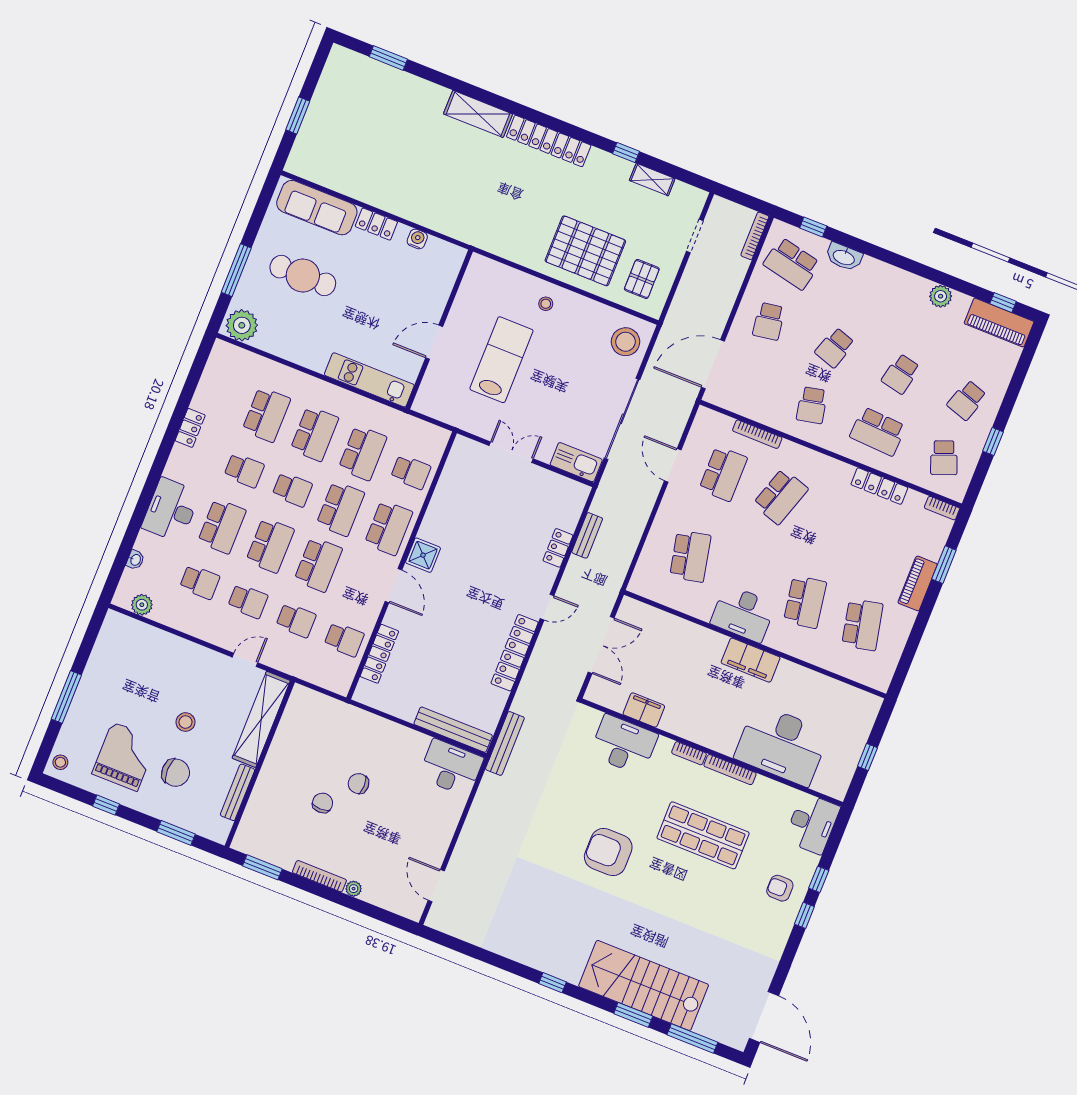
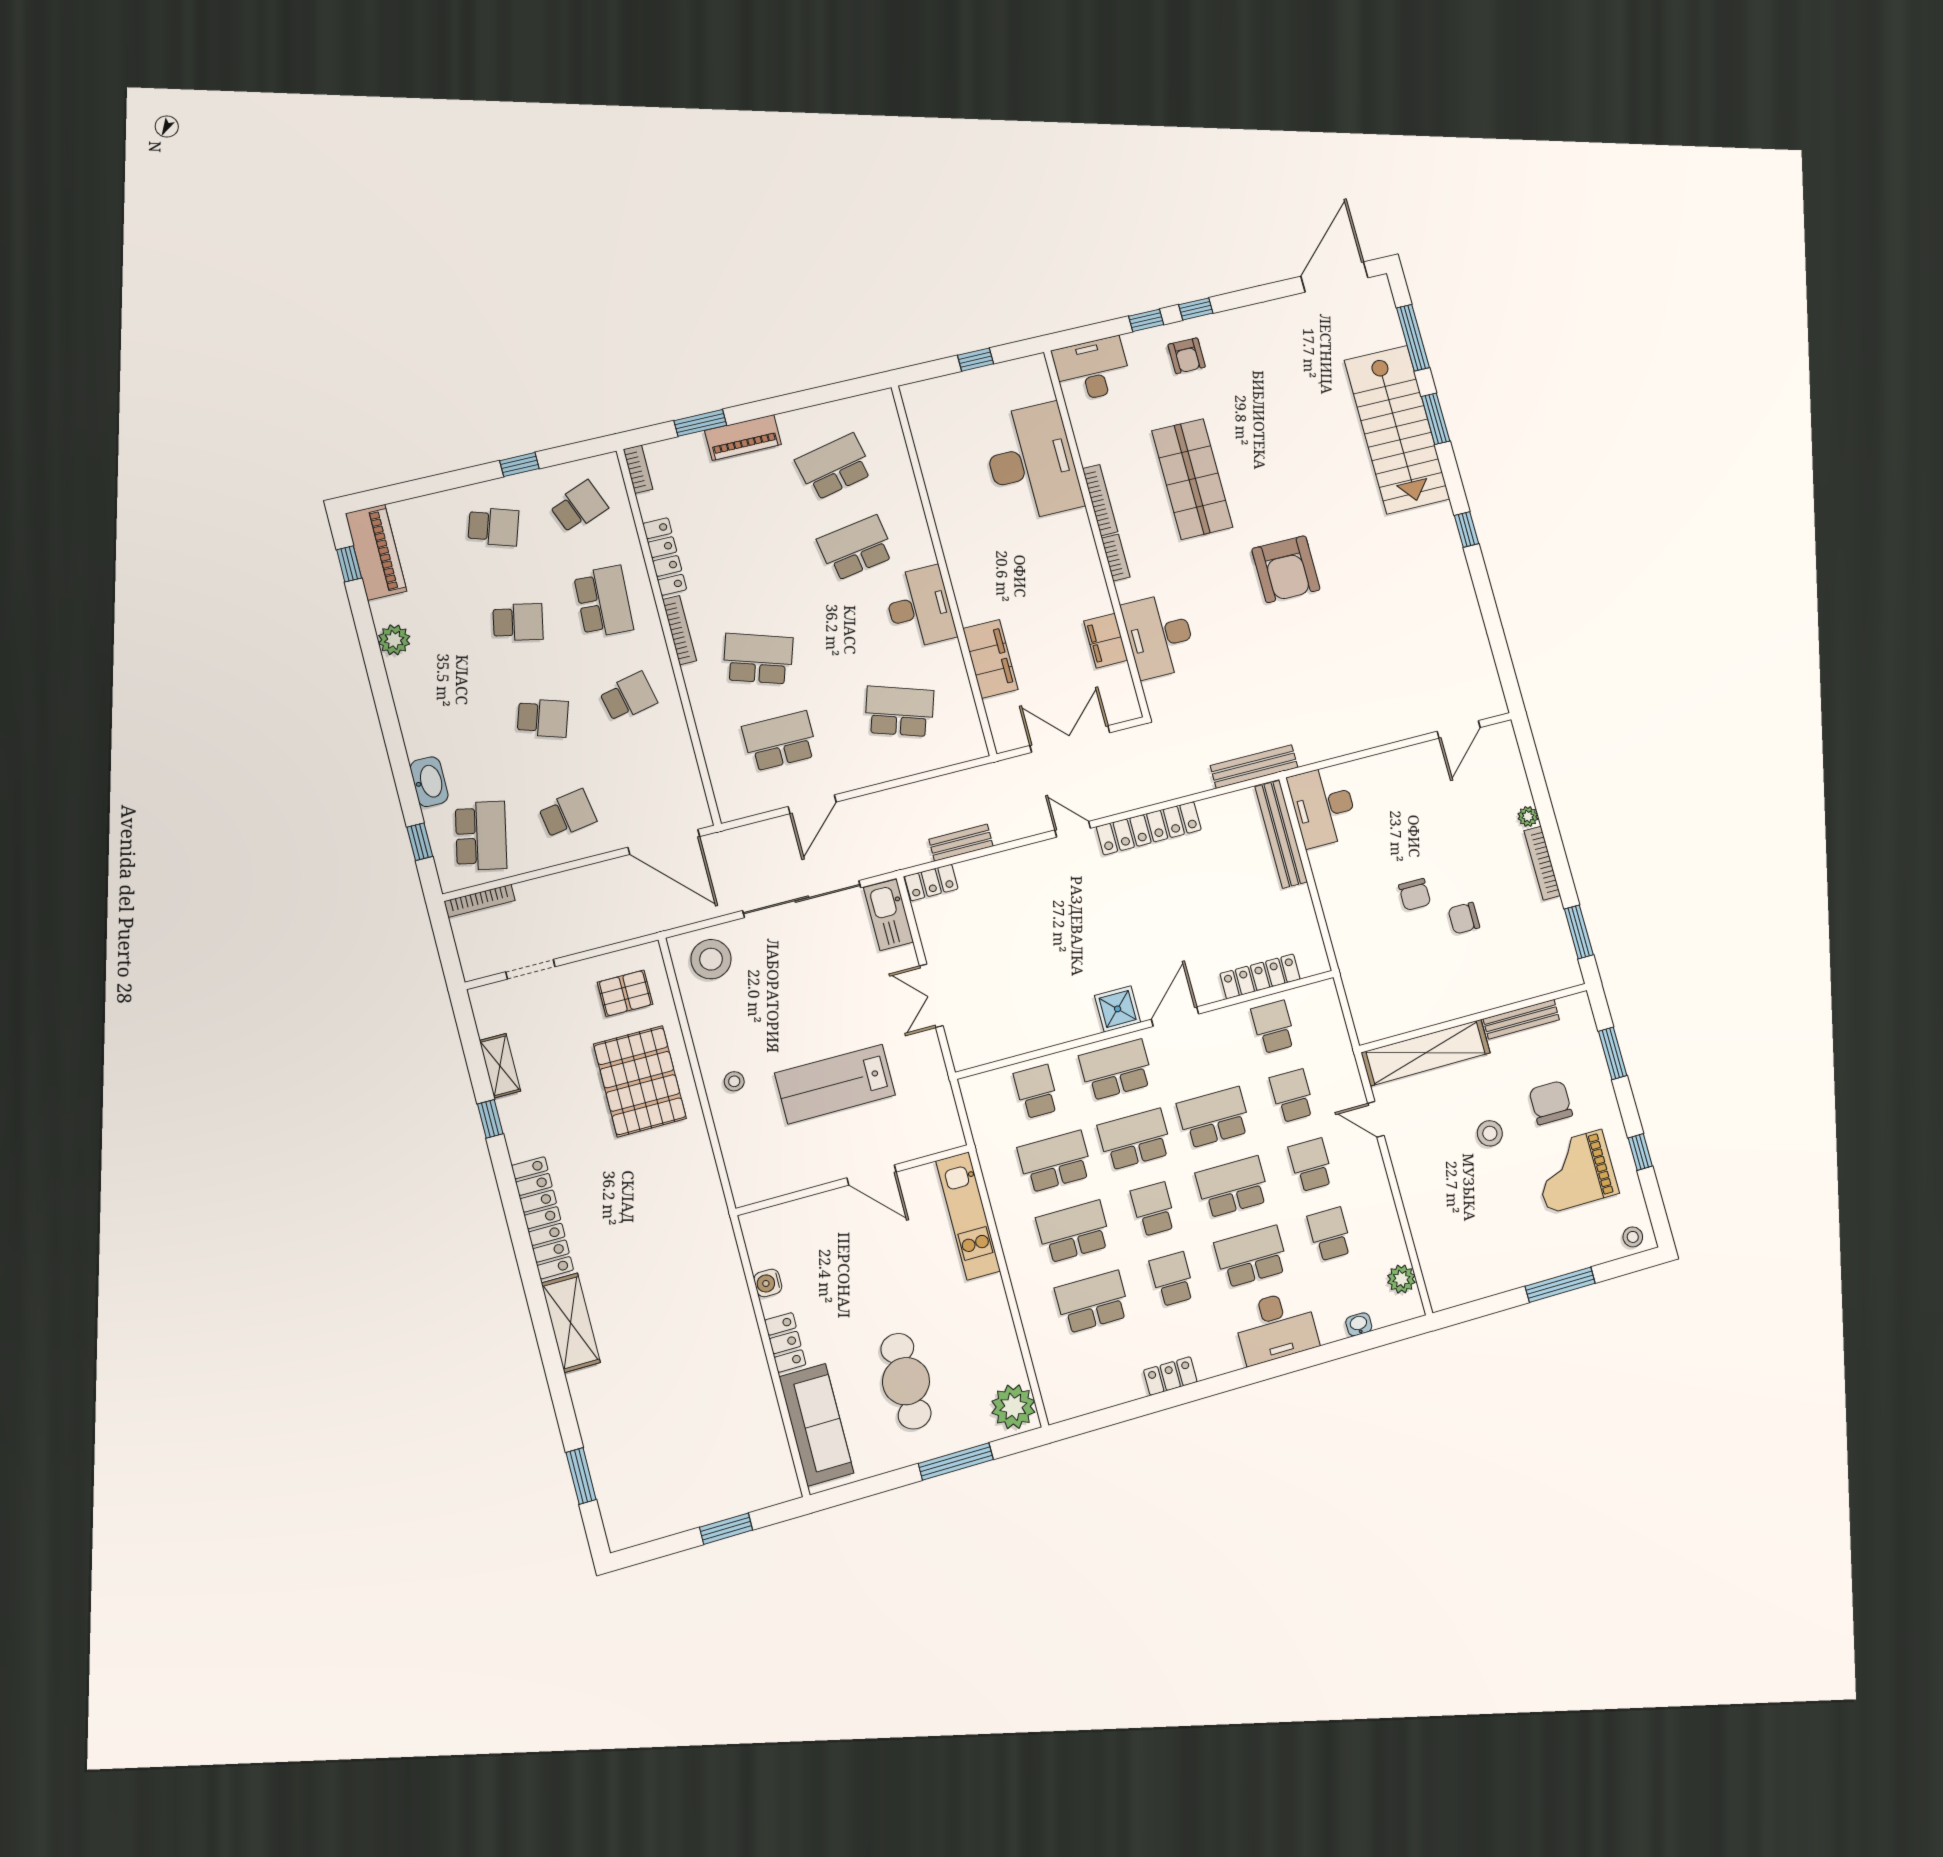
bookcase: (757, 434) -> (679, 630), moved
locker: (558, 548) -> (931, 883), moved
school desk: (690, 556) -> (899, 711), turned 30
filing cabinet: (751, 660) -> (990, 659), moved

